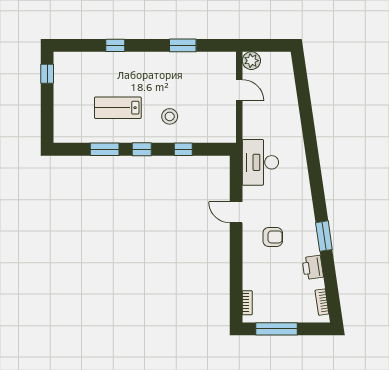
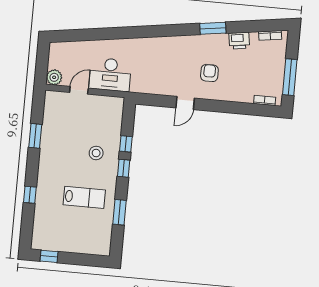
lab bench: (118, 108) -> (84, 197), turned -90
window: (142, 149) -> (124, 168), moved
desk: (260, 162) -> (110, 75), moved

